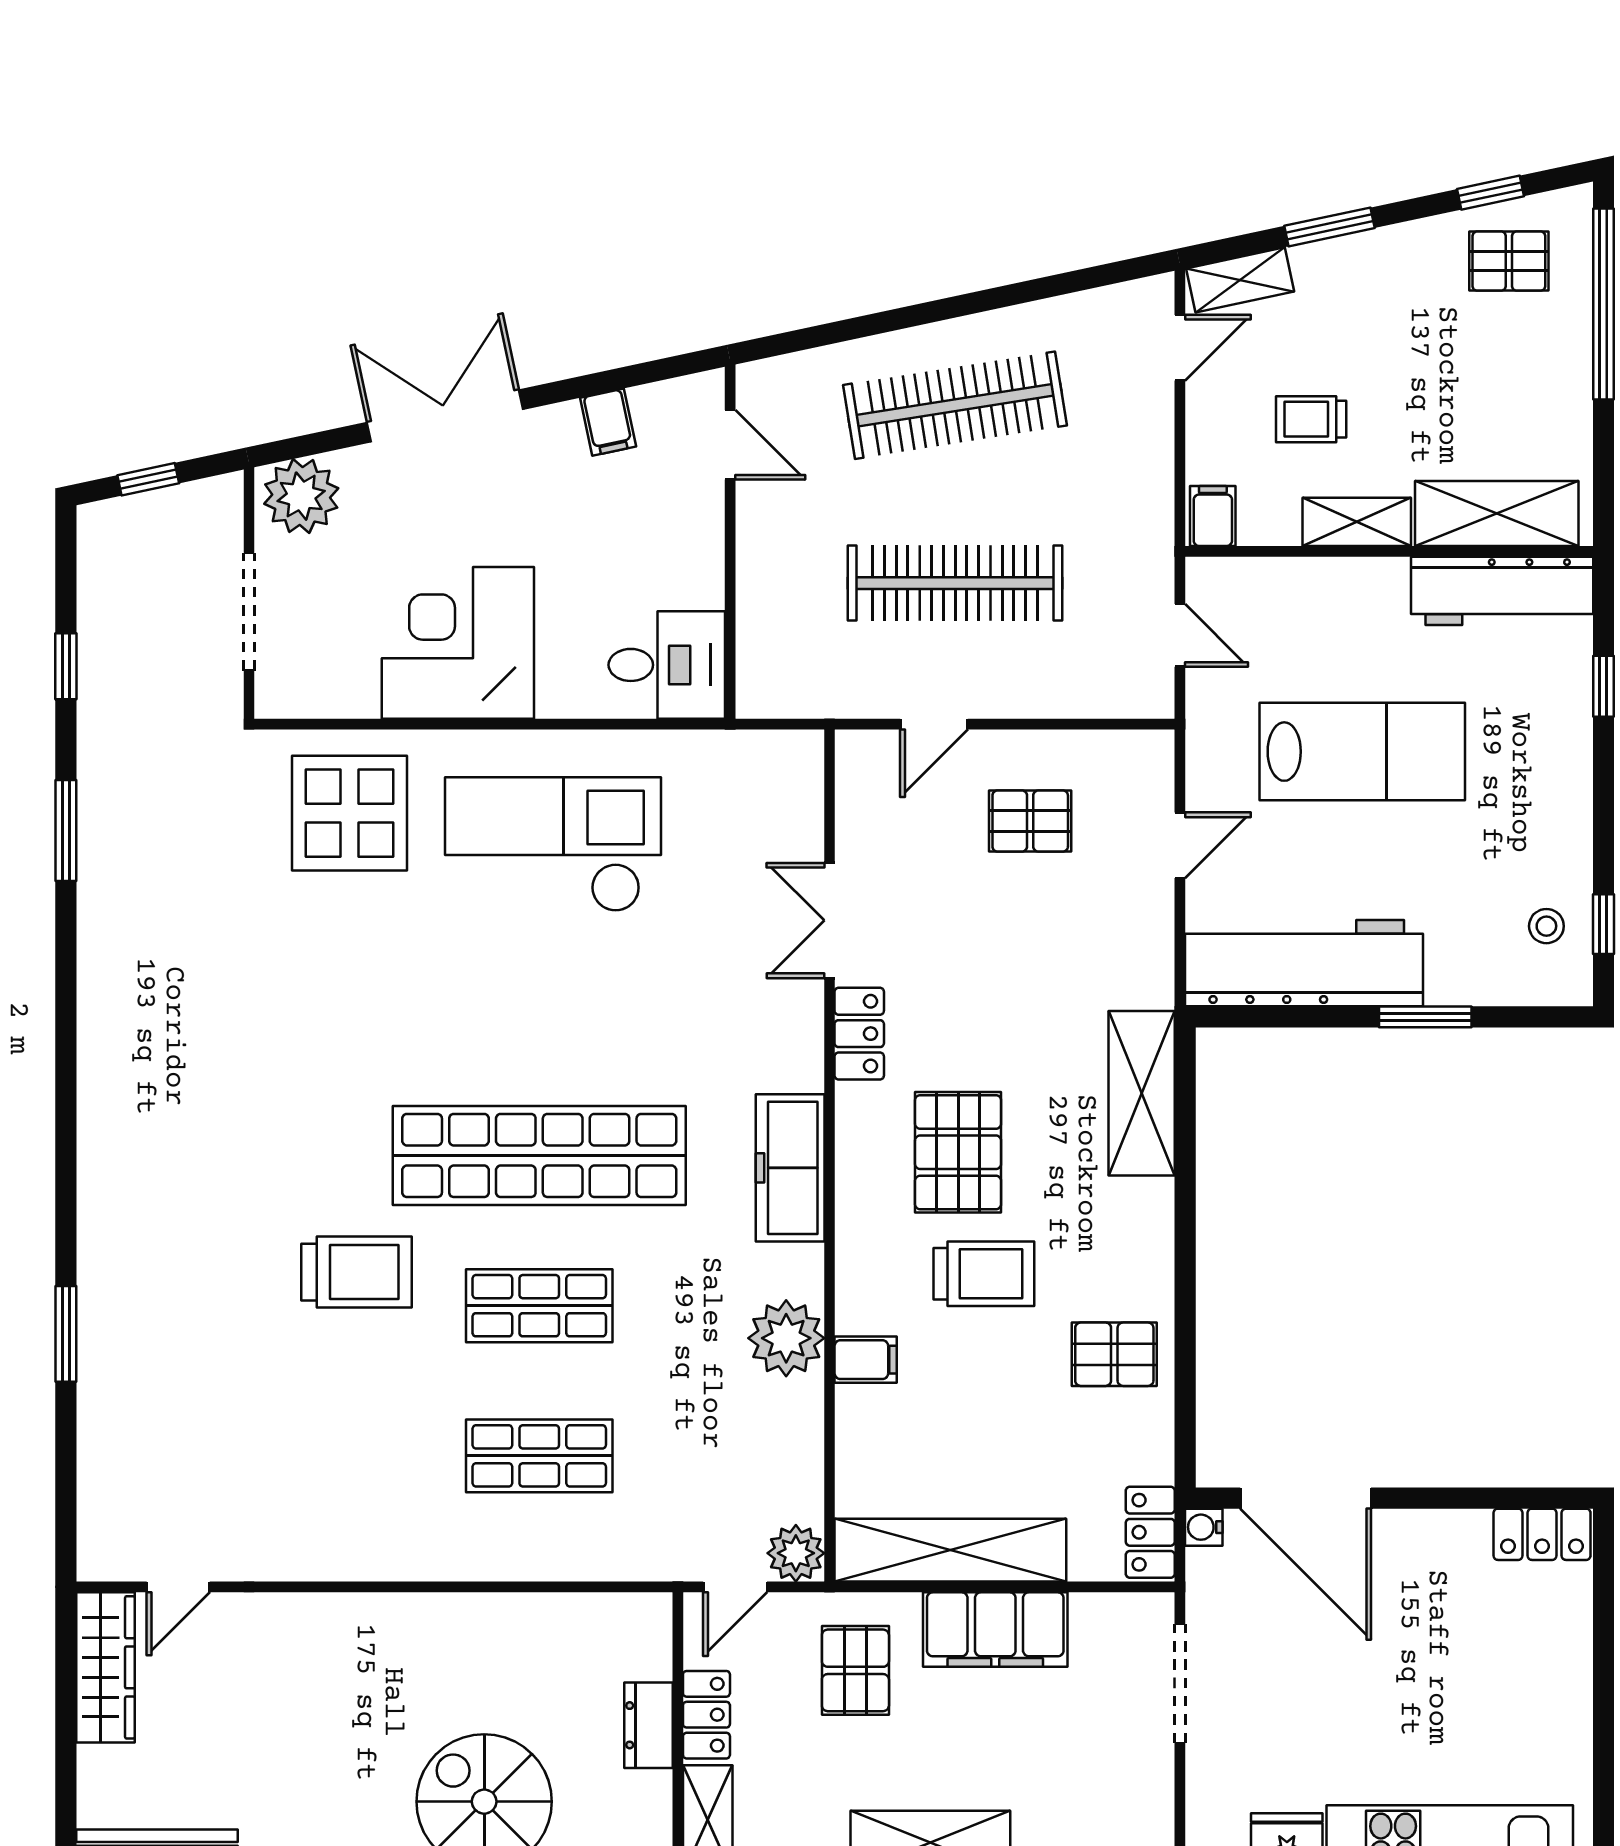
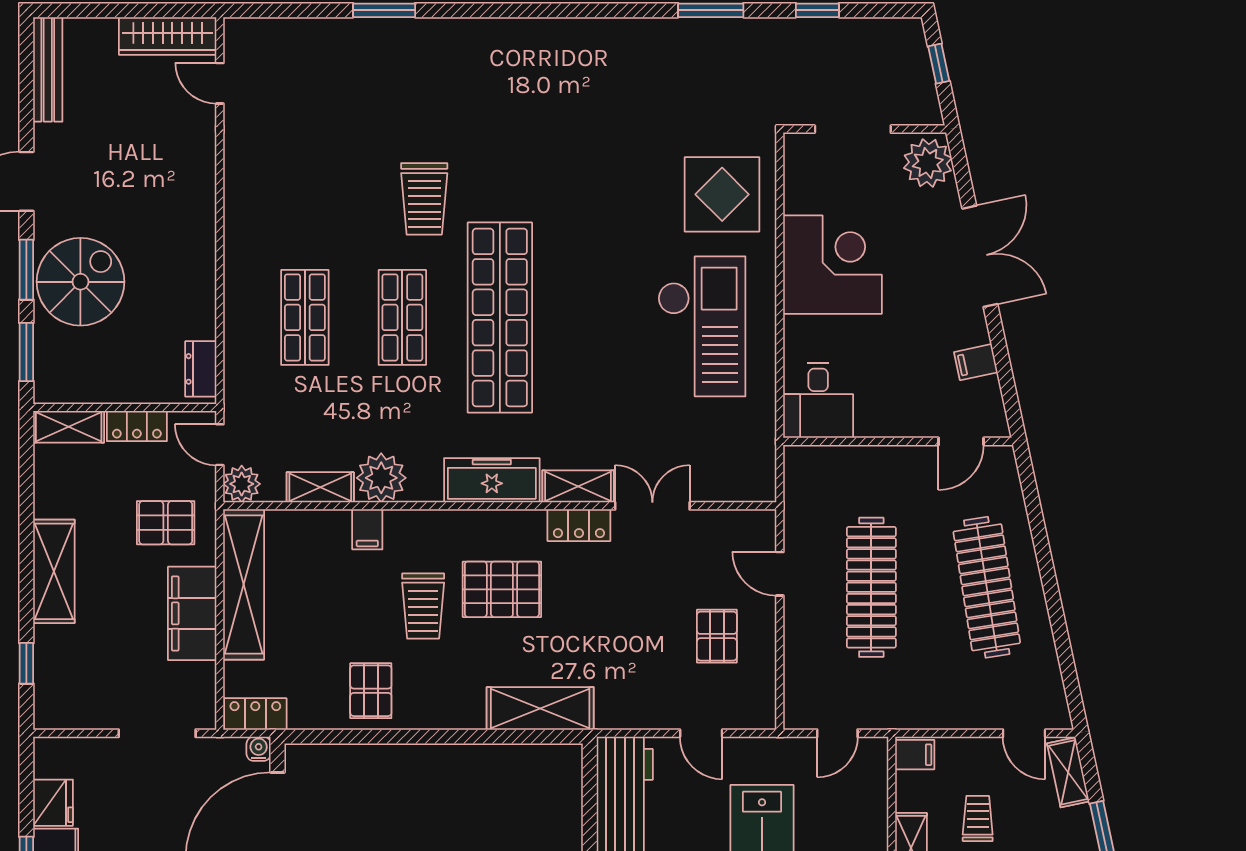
shelving: (799, 1035) -> (578, 486), added
shelving: (801, 1432) -> (320, 487), added
dresser: (649, 1725) -> (201, 369), moved, turned -90

